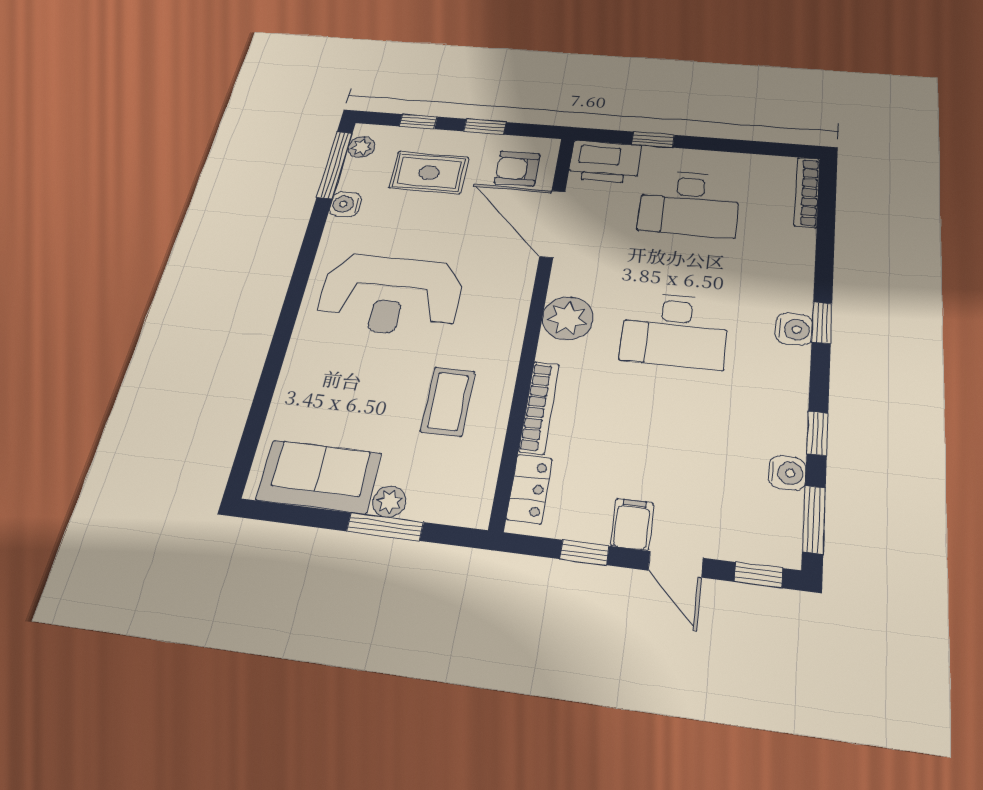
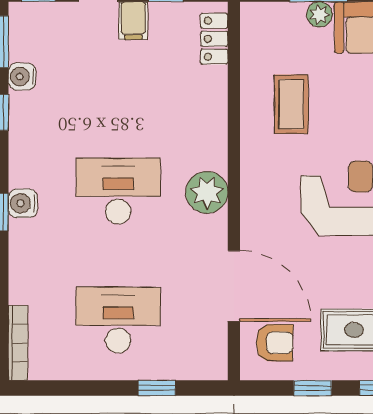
printer: (605, 162) -> (197, 358), removed
bookcase: (539, 407) -> (218, 108), removed

